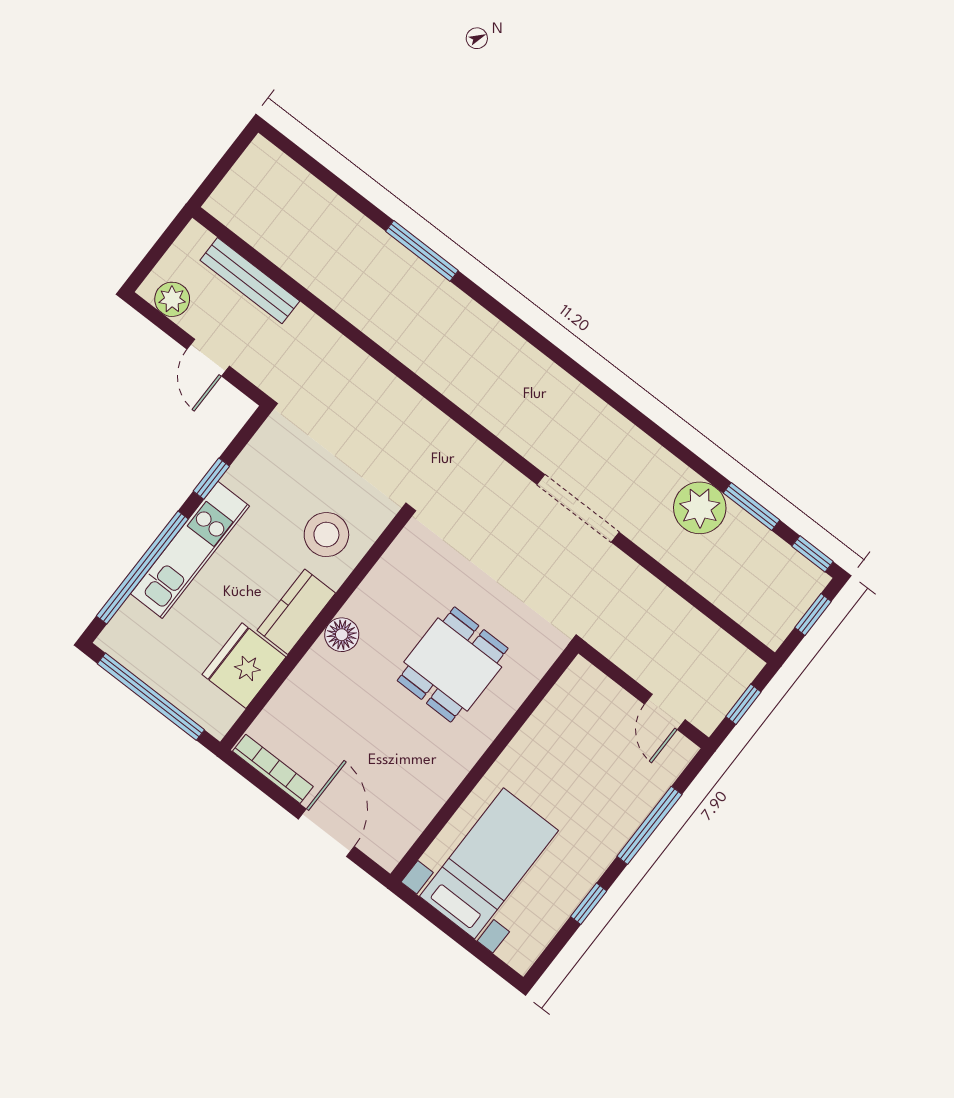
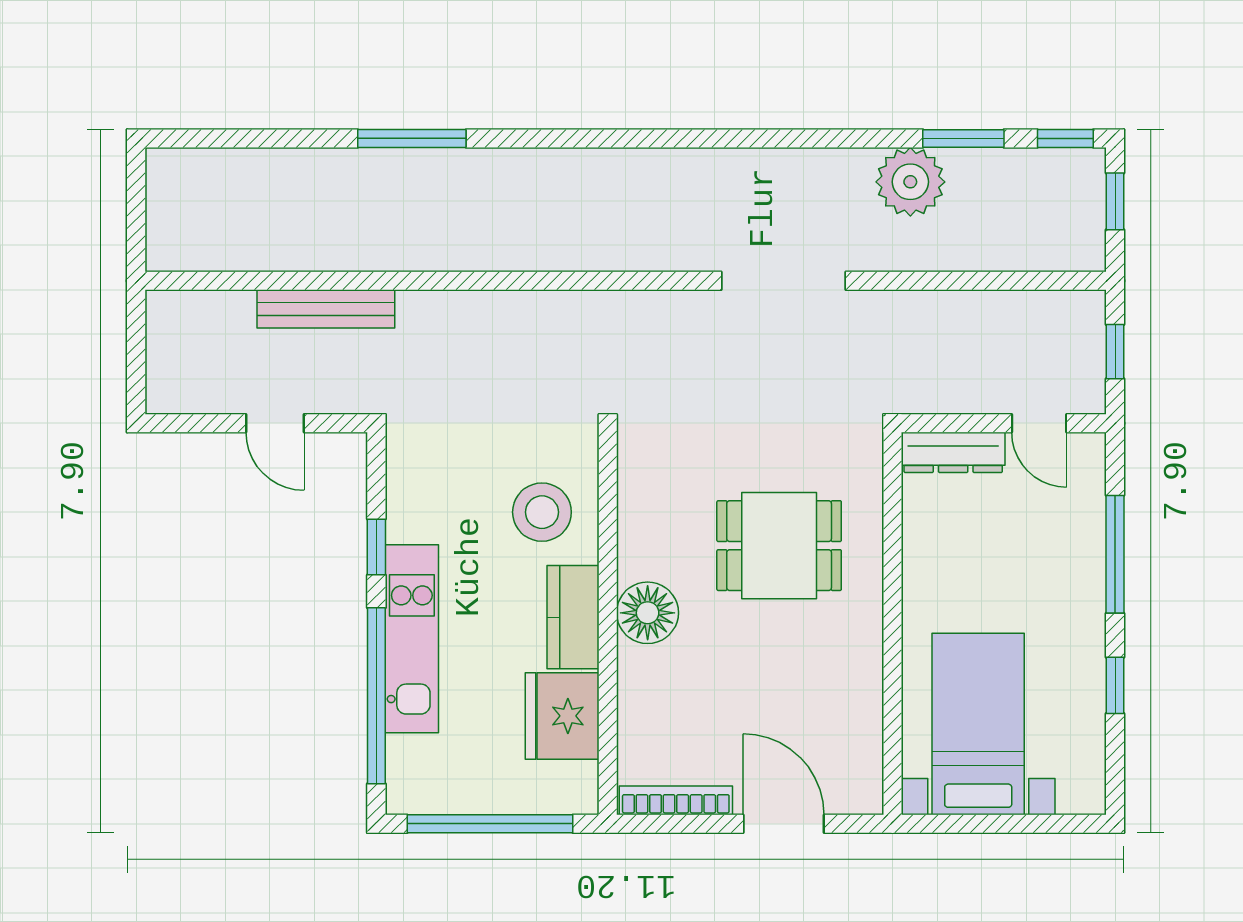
bench: (250, 281) -> (326, 309), moved
plant: (172, 299) -> (190, 391), removed
floor lamp: (342, 635) -> (648, 613), width x1.38, depth x1.38
dining table: (453, 664) -> (779, 546), turned 90
dresser: (600, 689) -> (953, 452), added

